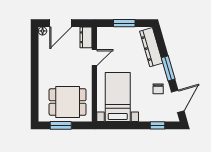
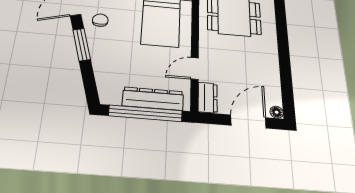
window: (124, 23) -> (146, 113), width x2.11
dresser: (151, 47) -> (153, 99), moved, turned -74

